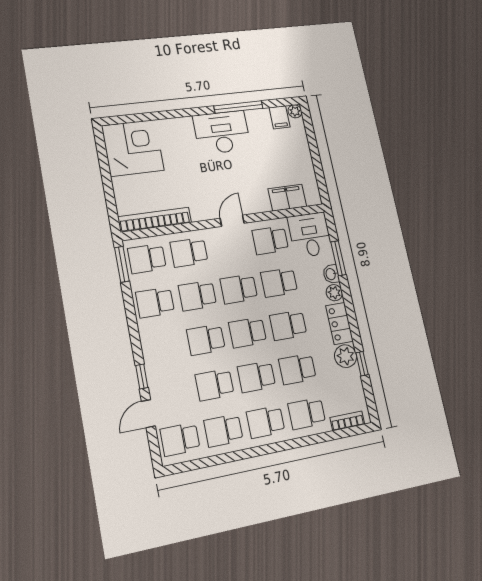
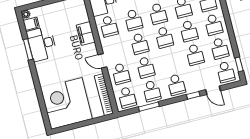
window: (238, 107) -> (28, 49), width x0.69
desk: (222, 132) -> (42, 44), moved
corner desk: (133, 148) -> (66, 103), width x1.36, depth x1.36
filing cabinet: (287, 198) -> (86, 34), moved
door: (232, 221) -> (102, 61), moved
window: (122, 264) -> (149, 107), moved
school desk: (206, 340) -> (176, 85), moved
window: (193, 465) -> (239, 64), added

